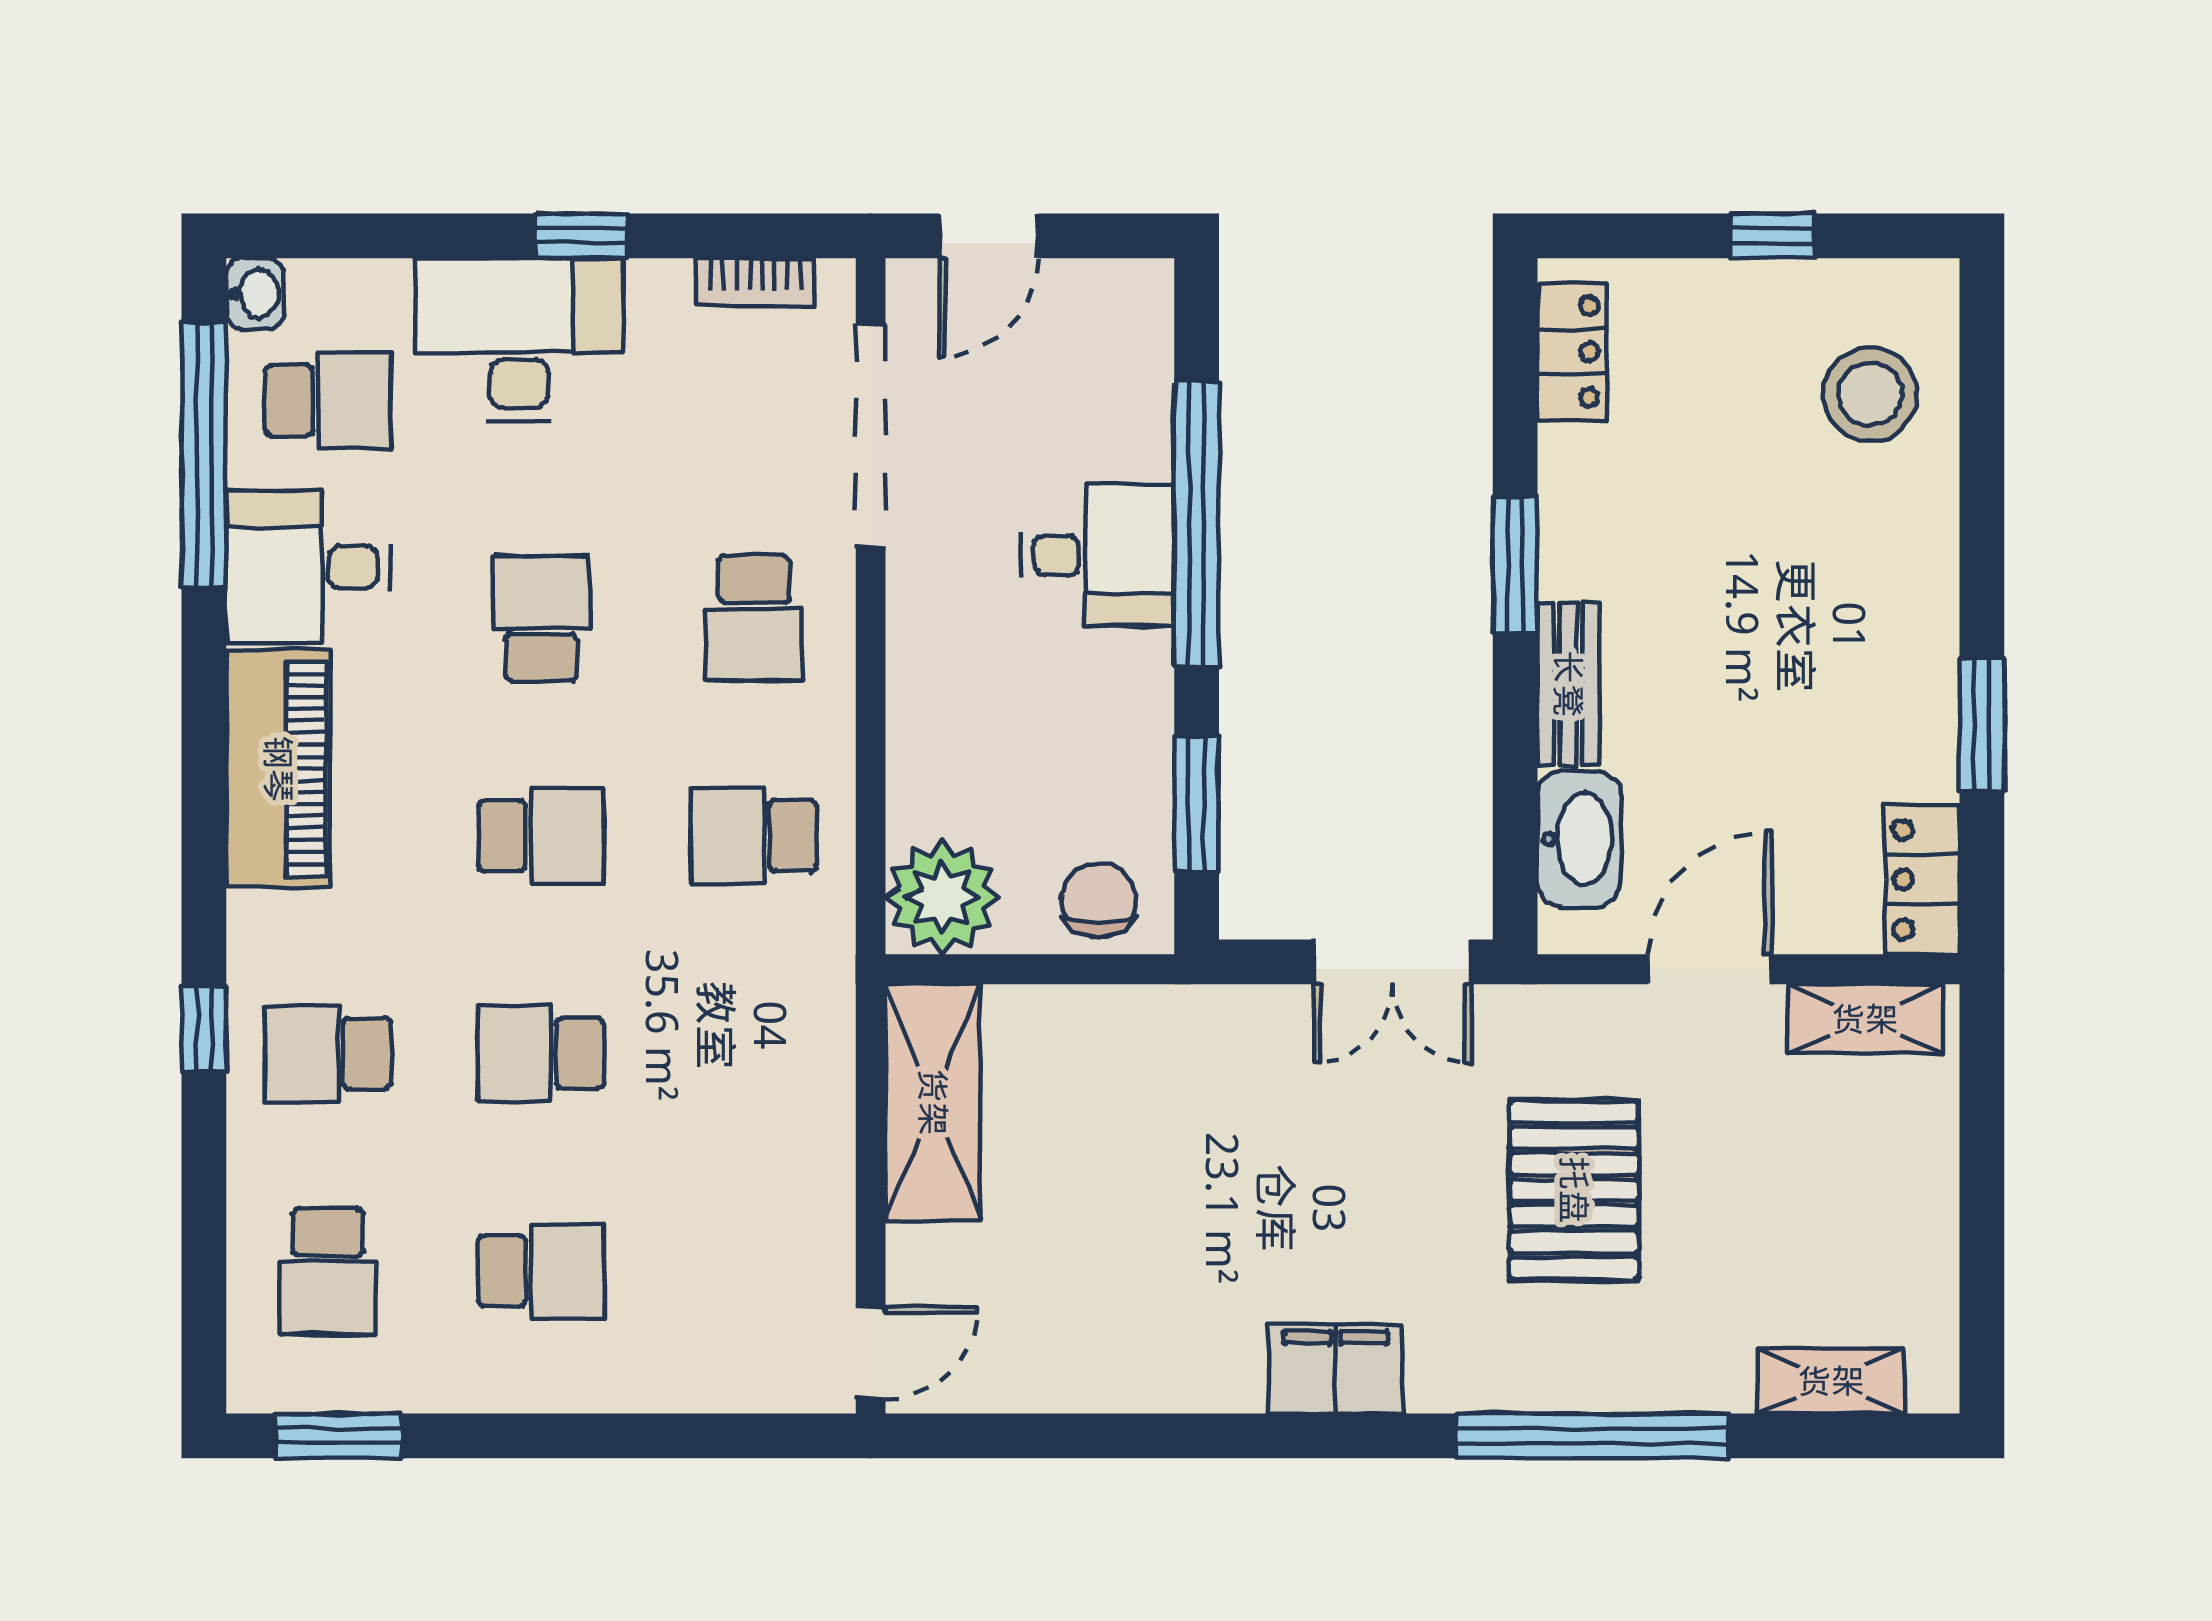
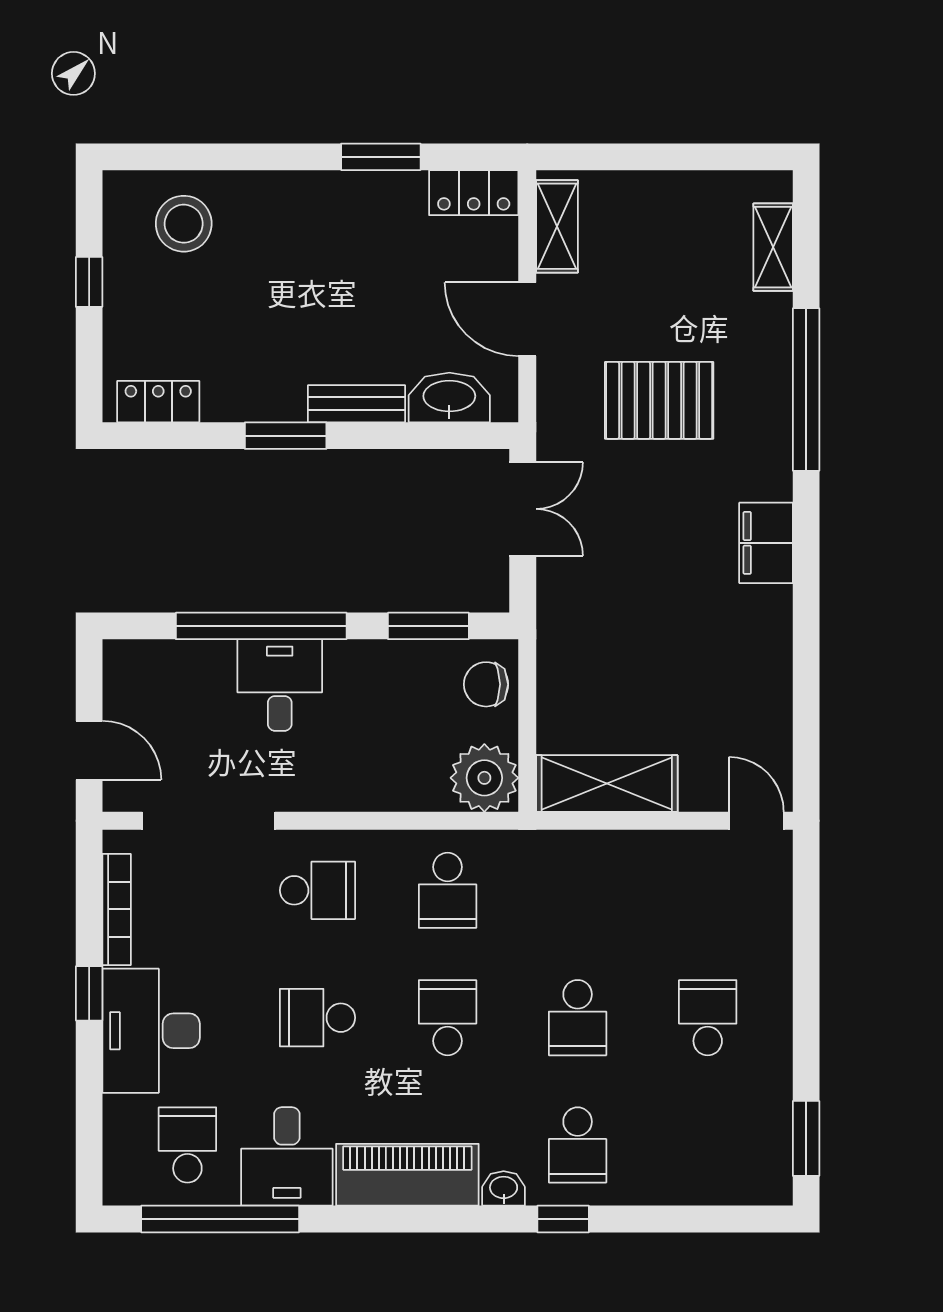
bookcase: (756, 282) -> (117, 909), width x1.56
washbasin: (255, 294) -> (504, 1188), moved
school desk: (328, 1271) -> (708, 1145), removed

